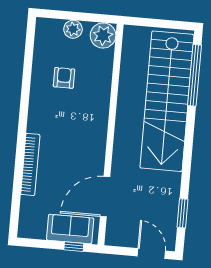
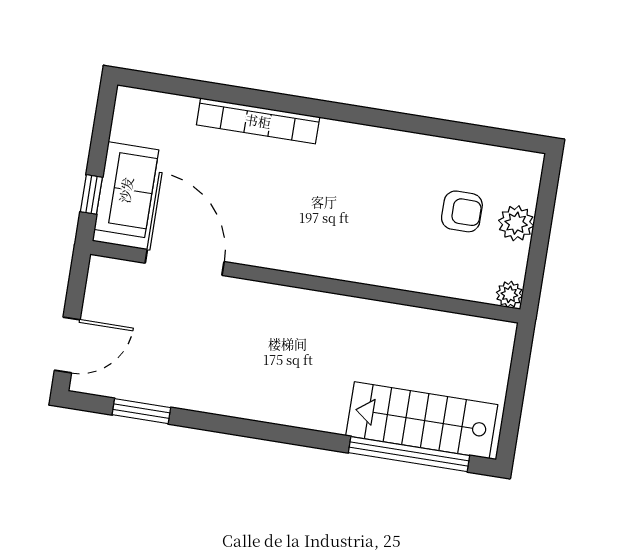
plant: (103, 35) -> (509, 294), width x0.53, depth x0.53
armchair: (64, 78) -> (462, 211), moved
stairs: (167, 101) -> (422, 420), width x0.54, depth x0.66

